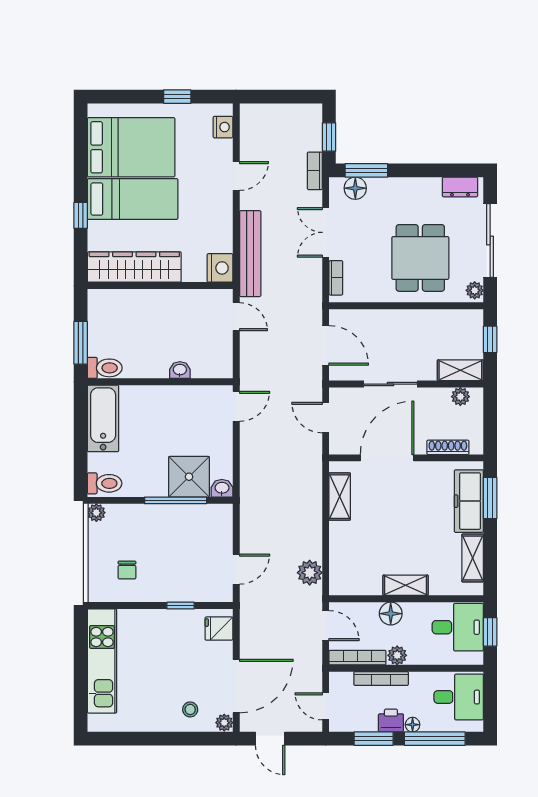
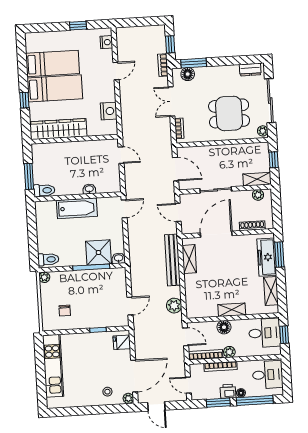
bed: (131, 147) -> (53, 63), width x0.67
bench: (250, 254) -> (173, 260), moved
dining table: (420, 258) -> (229, 113), turned 90
nightstand: (220, 268) -> (109, 111), moved
bathtub: (103, 418) -> (77, 208), moved, turned 90

